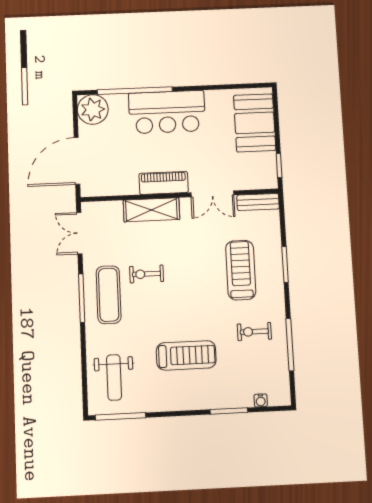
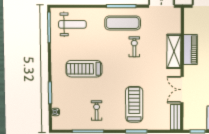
piano: (164, 183) -> (190, 50), moved
treadmill: (241, 270) -> (134, 104), turned -90
treadmill: (186, 355) -> (84, 69), turned 90
weight bench: (114, 377) -> (72, 24), turned 180

